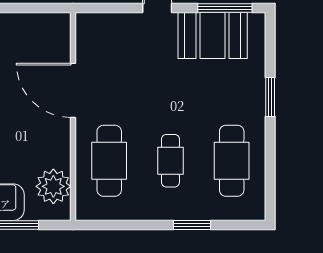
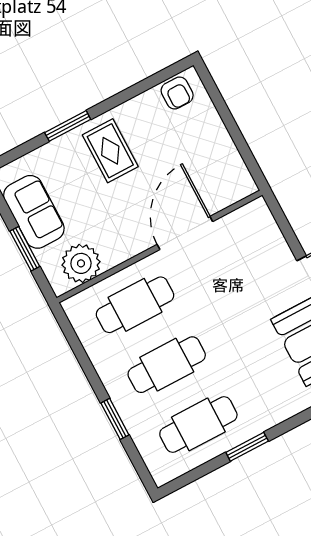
window: (270, 97) -> (247, 447), moved
cafe table: (170, 161) -> (167, 365), width x1.37, depth x1.35

